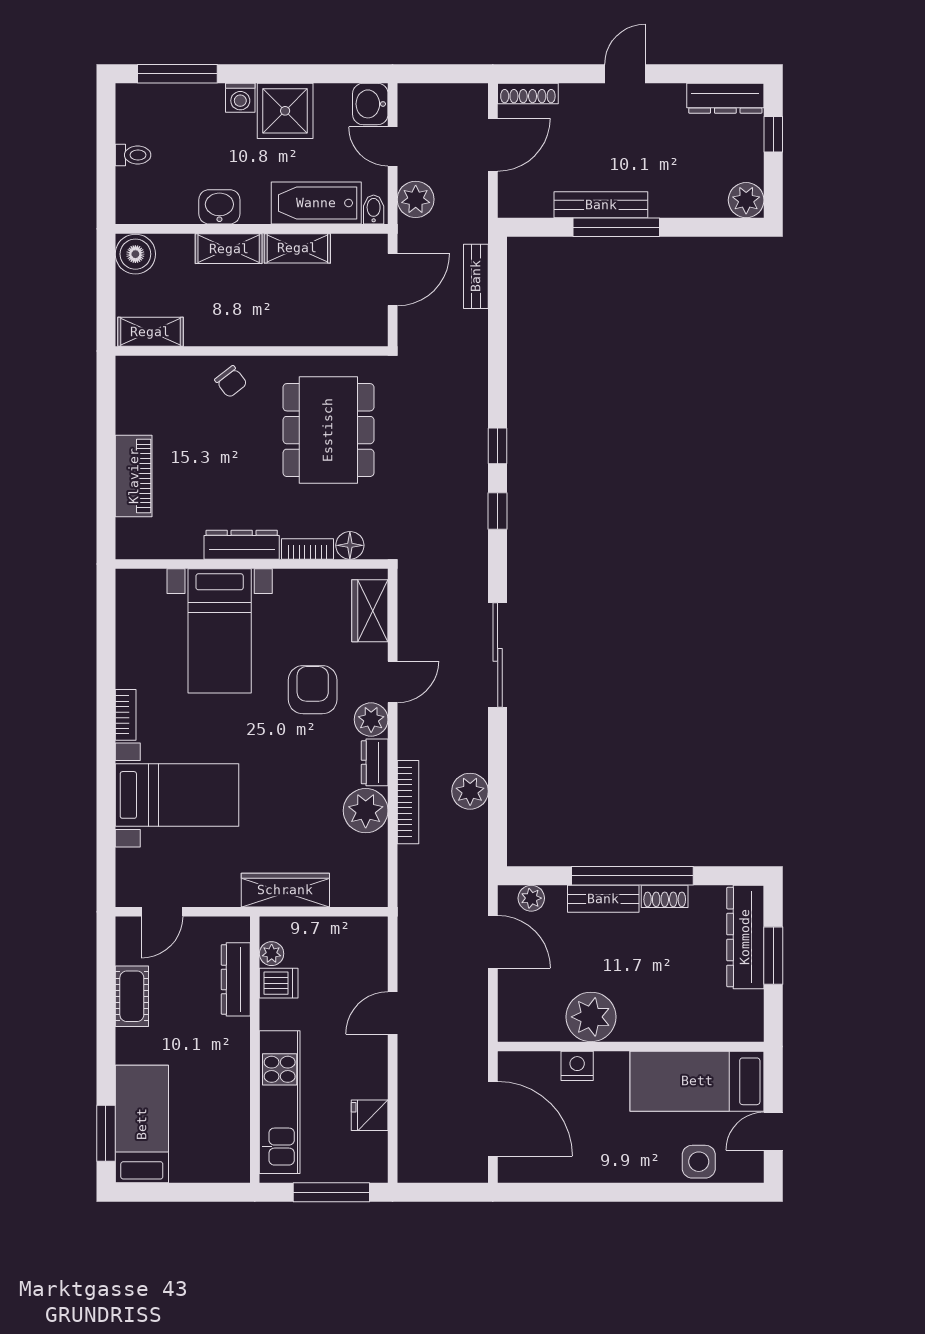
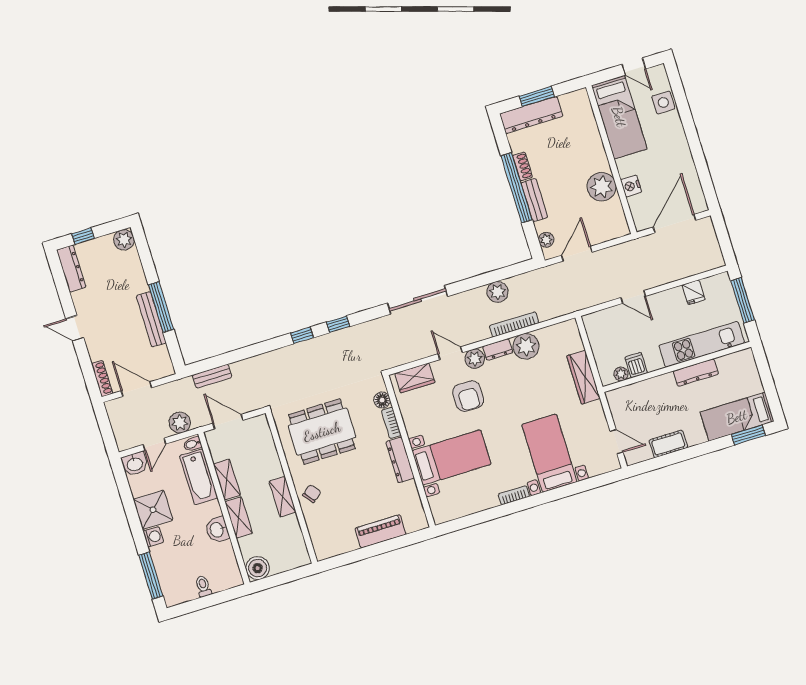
shelving: (150, 332) -> (283, 497), moved
armchair: (313, 690) -> (468, 396), turned -90
dresser: (236, 979) -> (696, 373), moved

